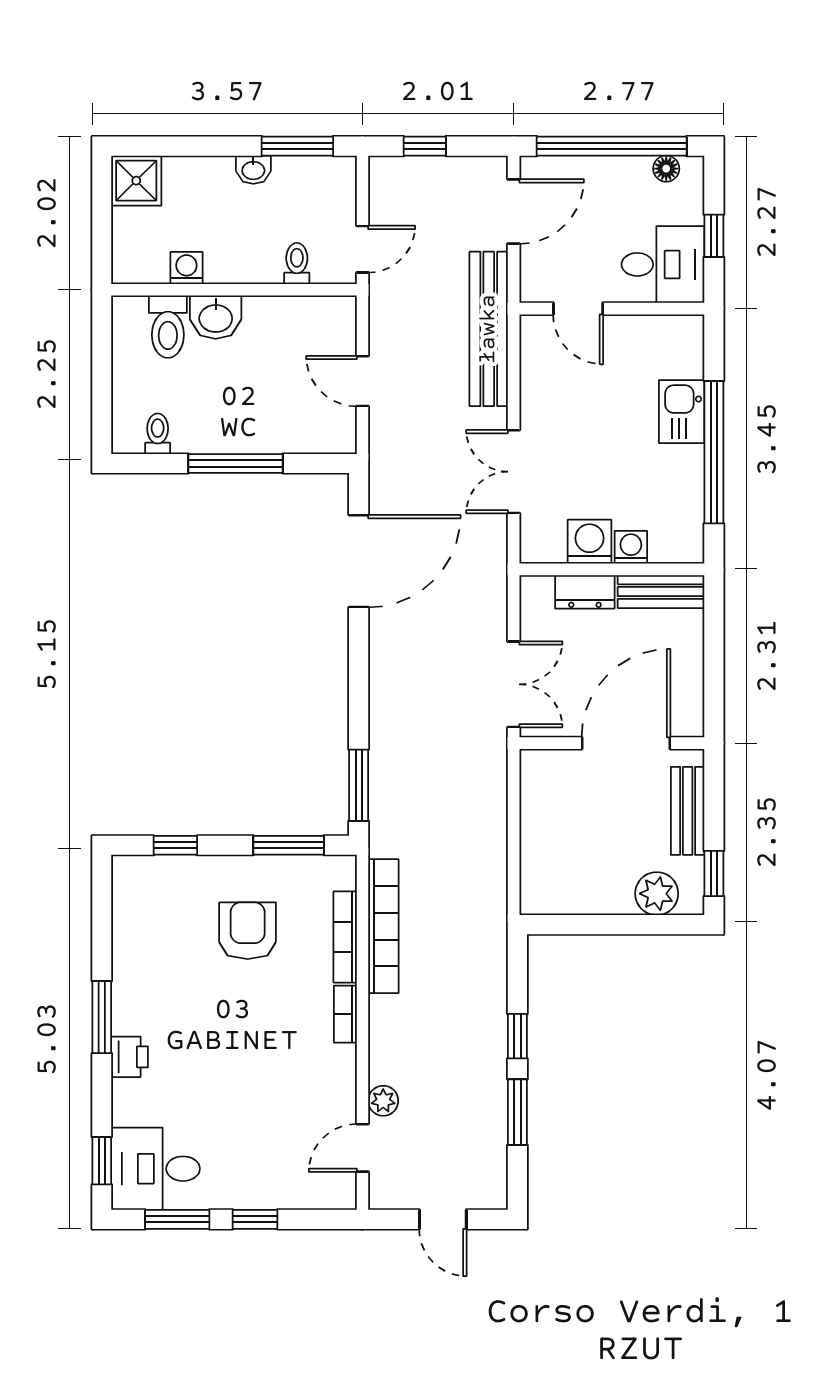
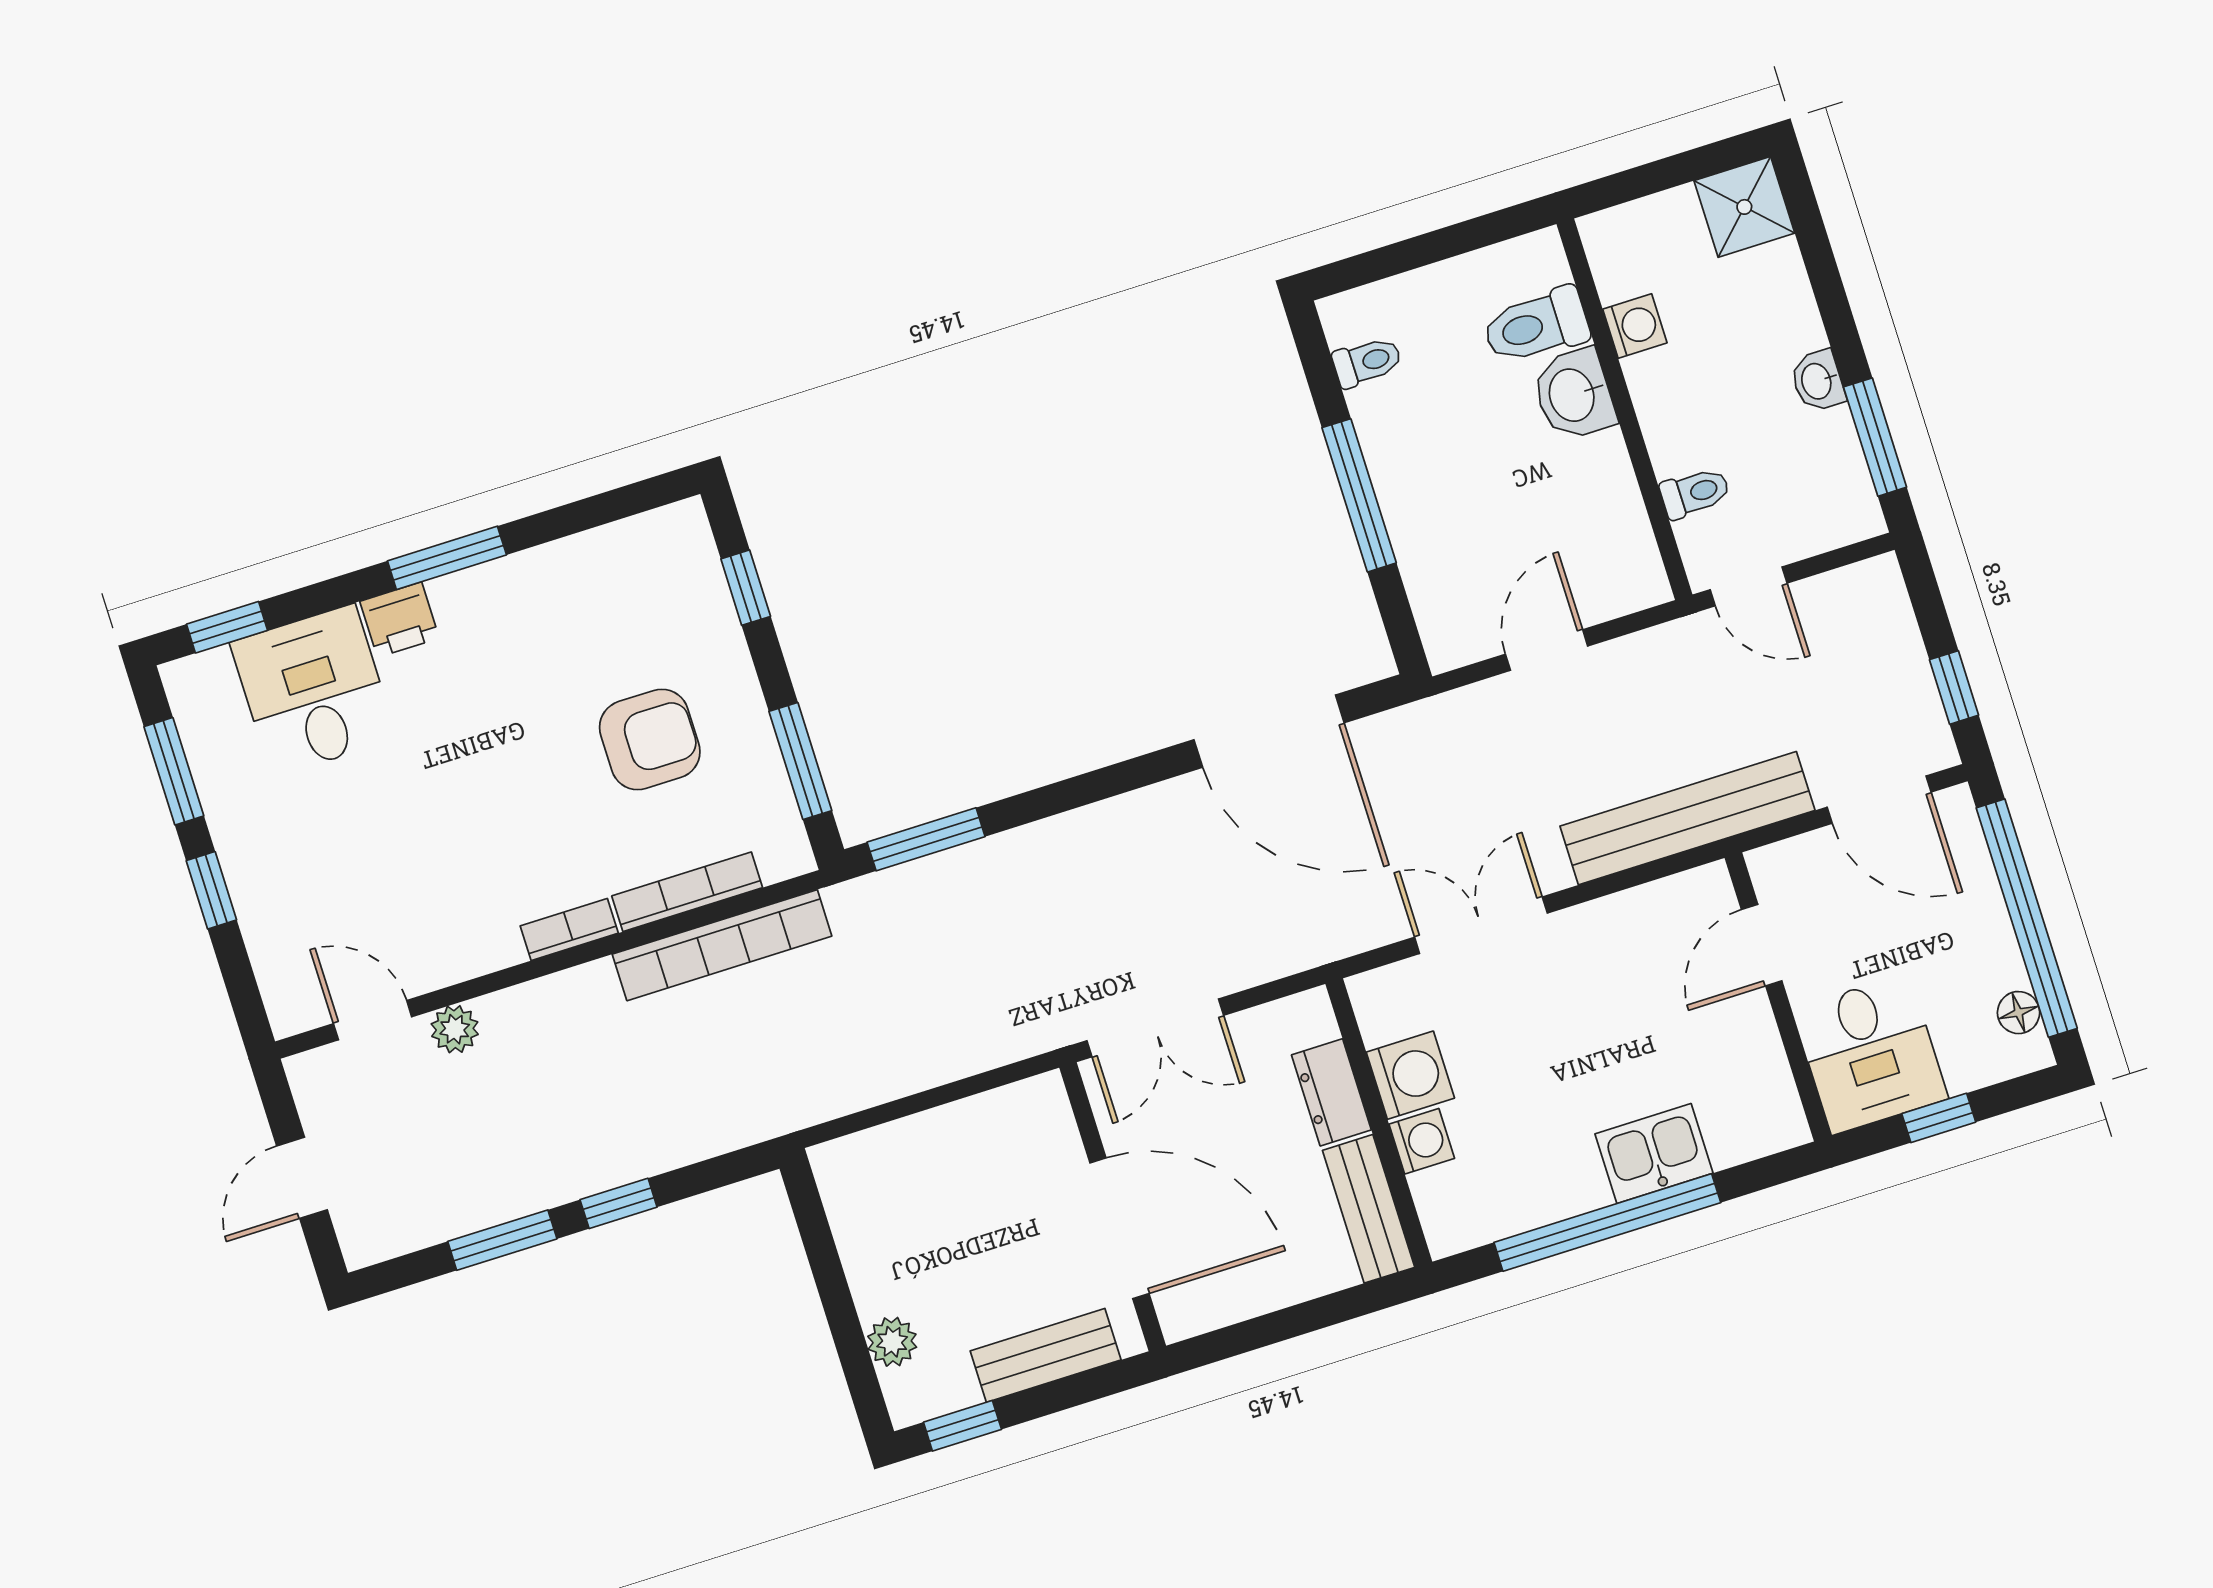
window: (425, 146) -> (1954, 687), moved
plant: (657, 894) -> (892, 1342), width x0.73, depth x0.73
desk: (156, 1169) -> (313, 691), moved

